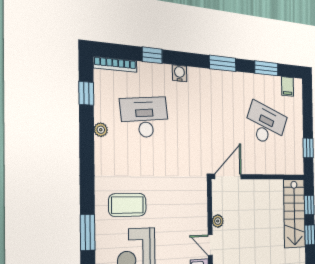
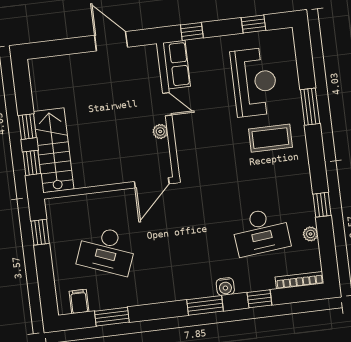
window: (223, 63) -> (205, 305), moved
window: (86, 93) -> (322, 205), moved
plant: (101, 130) -> (310, 234), moved

